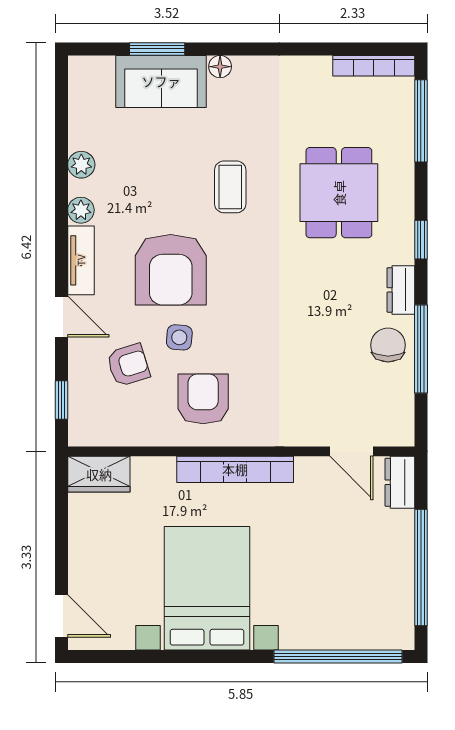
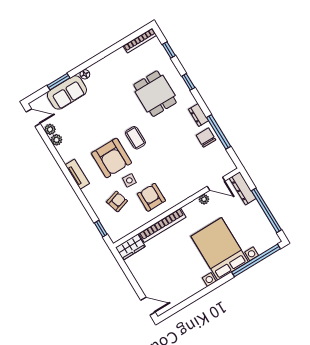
window: (421, 121) -> (169, 50), width x0.46
coffee table: (230, 187) -> (135, 138), moved
plant: (81, 210) -> (50, 129), moved
window: (421, 240) -> (188, 82), moved
door: (61, 317) -> (33, 118), moved
plant: (308, 468) -> (204, 199), added
bookcase: (235, 469) -> (162, 225), moved
dresser: (400, 482) -> (243, 188), width x1.44
bed with nightstands: (207, 588) -> (220, 249), moved

